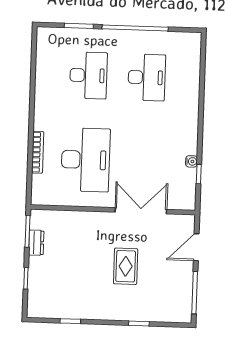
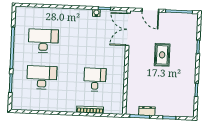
desk: (86, 160) -> (95, 80), width x0.53, depth x0.77
double door: (141, 211) -> (128, 29), moved
rug: (126, 266) -> (162, 55), turned 90

